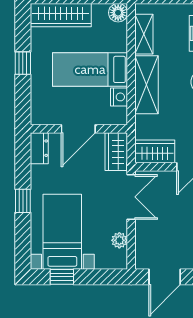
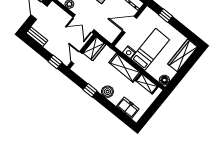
window: (23, 63) -> (166, 16), moved
door: (78, 129) -> (130, 25), hinge flipped
wardrobe: (116, 152) -> (107, 33), removed

